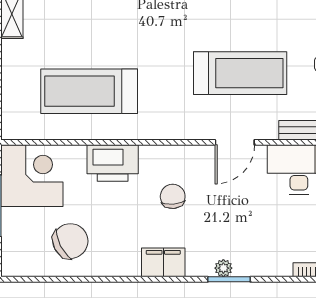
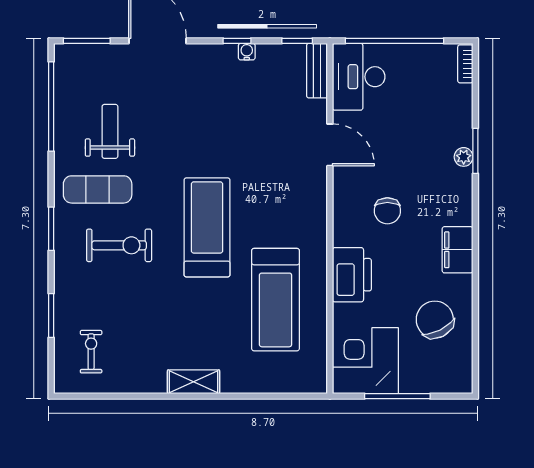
treadmill: (240, 73) -> (207, 227), moved
chair: (173, 196) -> (387, 211), turned -85
filing cabinet: (163, 262) -> (458, 250), moved

